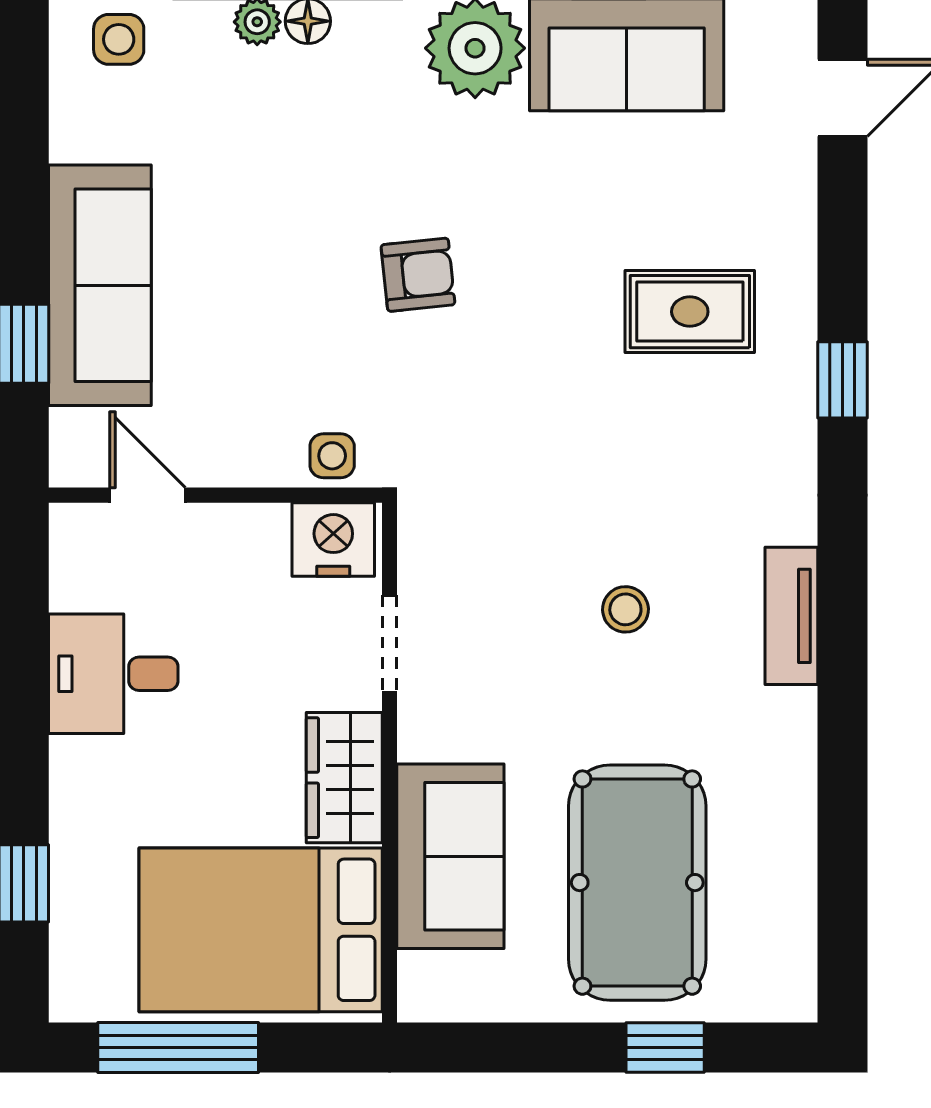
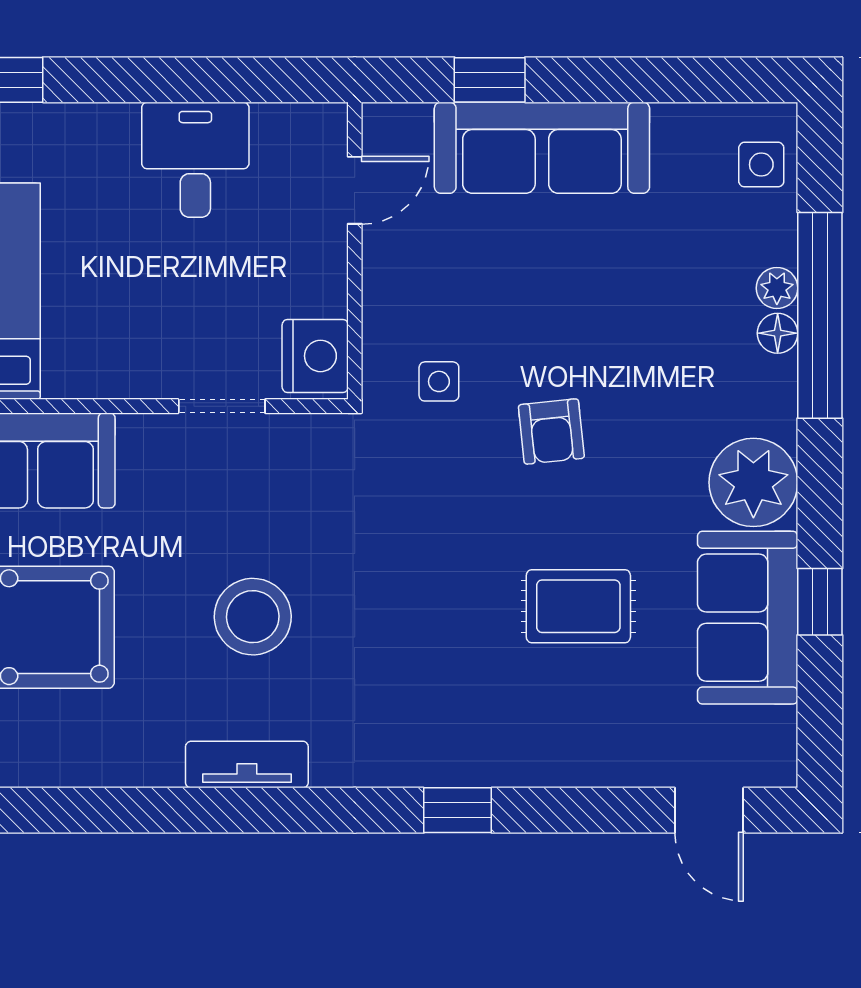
rug: (690, 312) -> (578, 606), moved, turned 90
side table: (332, 456) -> (439, 381), moved
stool: (625, 609) -> (253, 617), width x1.89, depth x1.89
wardrobe: (344, 778) -> (103, 366), removed

